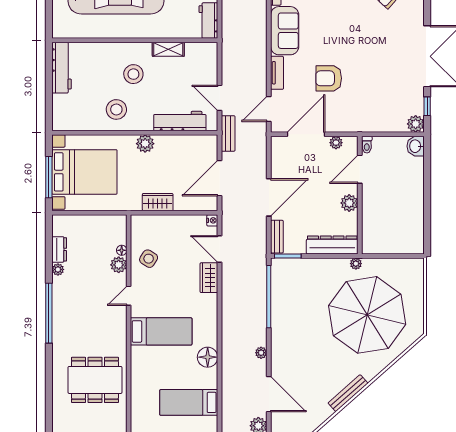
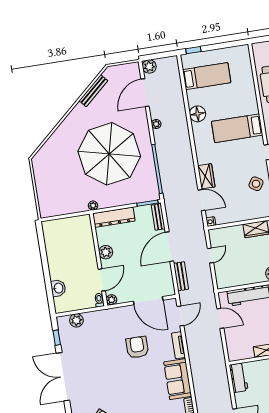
armchair: (329, 78) -> (137, 347), turned -90
plant: (416, 124) -> (76, 320), moved
bench: (228, 133) -> (181, 276), moved
door: (306, 134) -> (148, 301), hinge flipped
plant: (336, 143) -> (112, 300), moved
washbasin: (416, 146) -> (58, 288), moved
door: (220, 178) -> (210, 256), width x0.53
parasol: (367, 315) -> (109, 154), moved
bench: (348, 393) -> (93, 91), moved
door: (269, 394) -> (145, 93), hinge flipped

